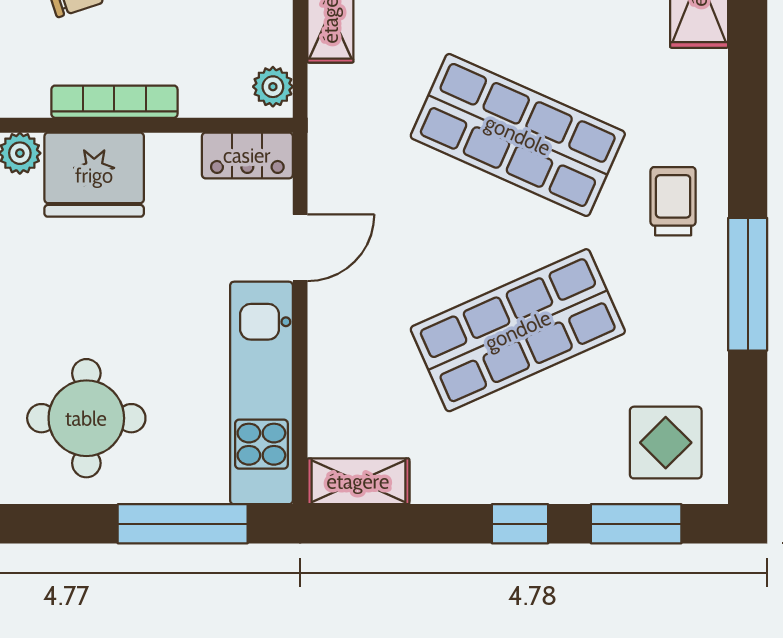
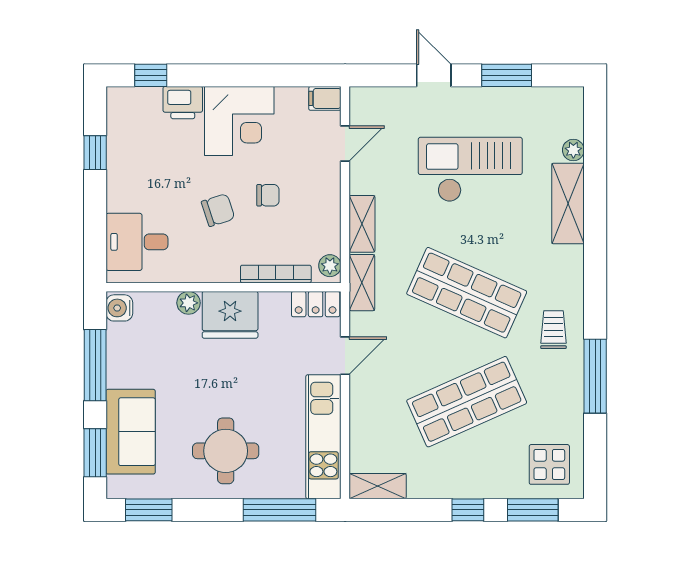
bookcase: (114, 102) -> (276, 274), moved
shelving: (330, 117) -> (362, 283), added

